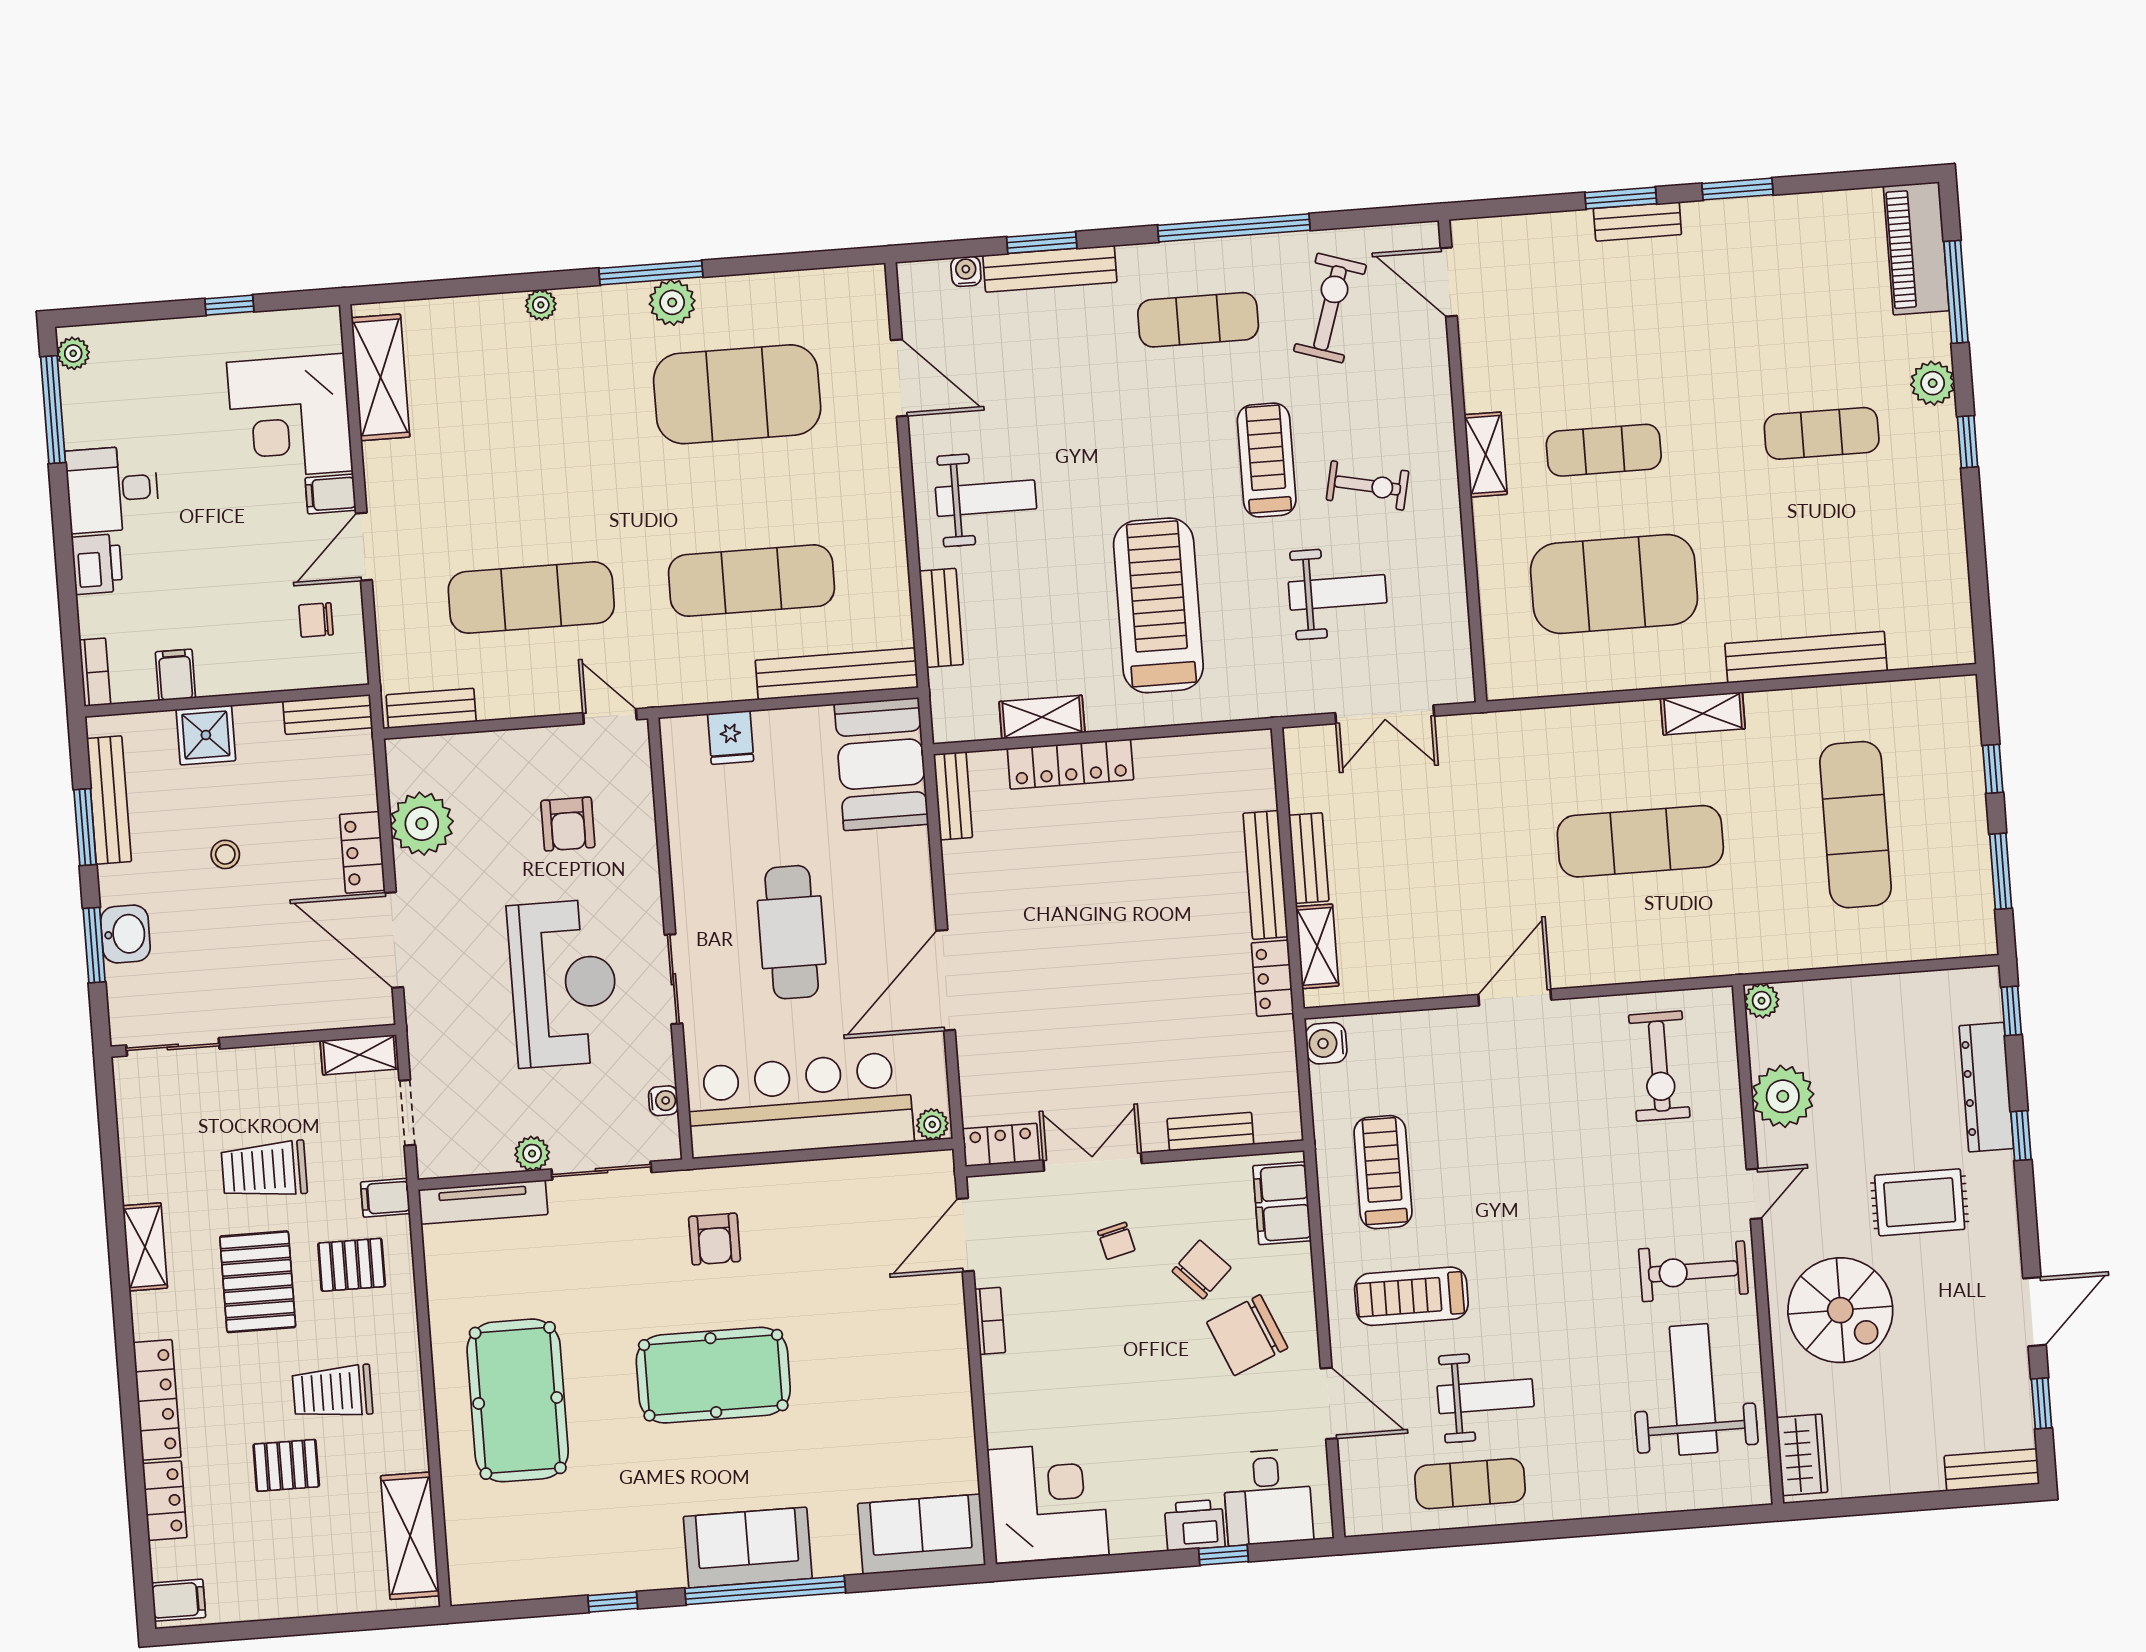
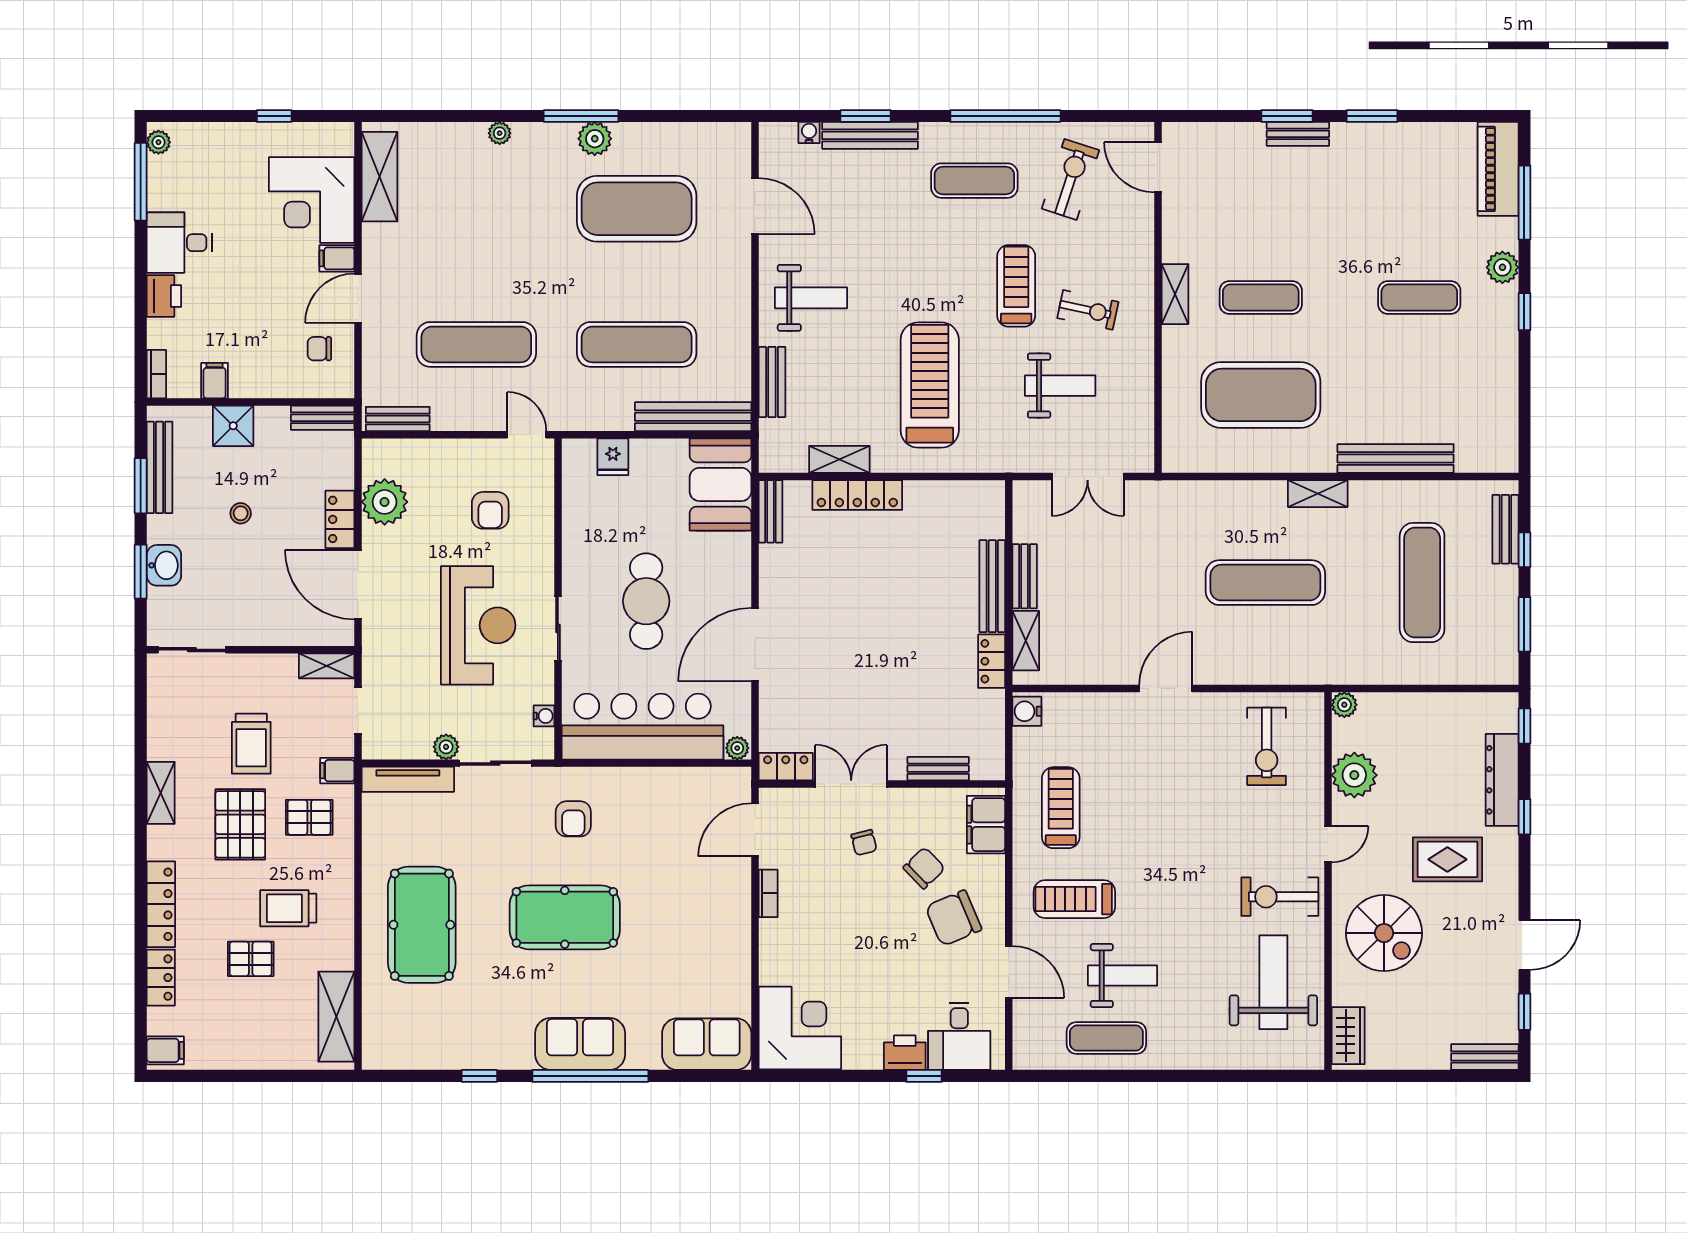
bench: (1964, 743) -> (1505, 529), added
trolley: (264, 1170) -> (251, 744), turned -90

